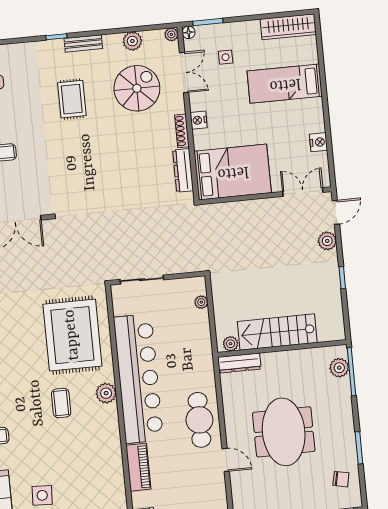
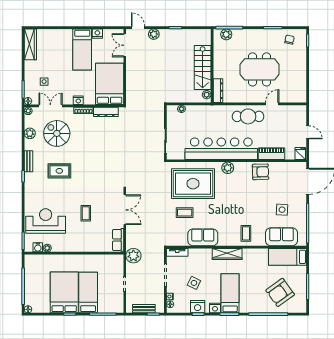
bed: (285, 84) -> (82, 50), moved
coffee table: (61, 403) -> (185, 213), moved
armchair: (105, 451) -> (261, 172), added

